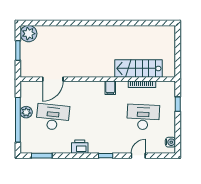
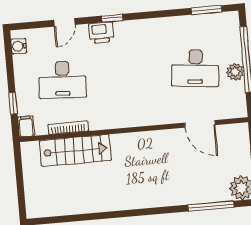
window: (50, 23) -> (211, 206), added
door: (53, 79) -> (200, 124), swing flipped
filing cabinet: (110, 88) -> (26, 126), moved
printer: (80, 147) -> (101, 32), moved

